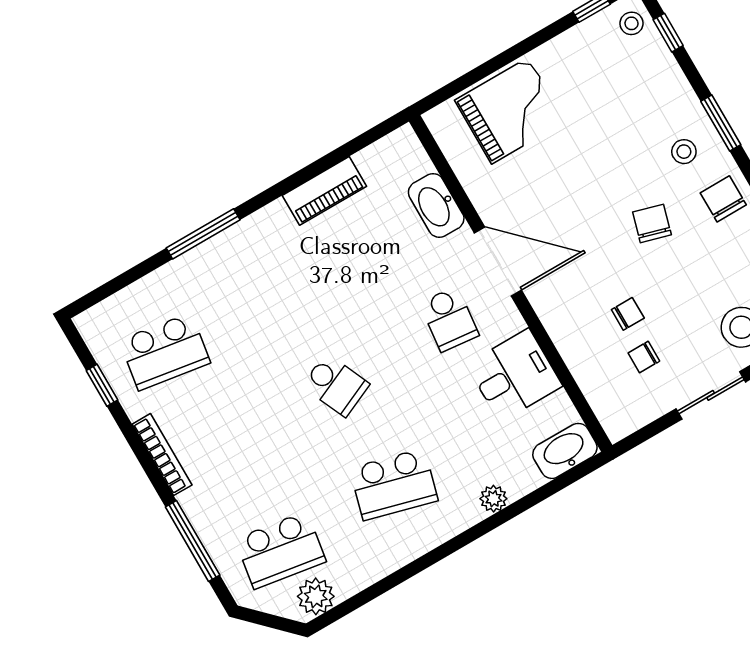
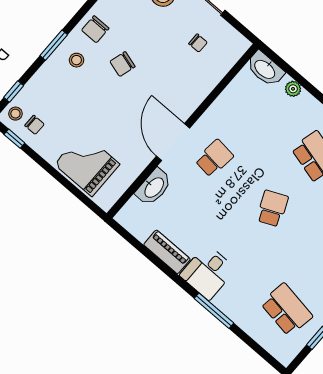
chair: (628, 314) -> (35, 125), moved, turned 180
desk: (514, 375) -> (208, 272), moved, turned -90
plant: (493, 499) -> (293, 89), moved

